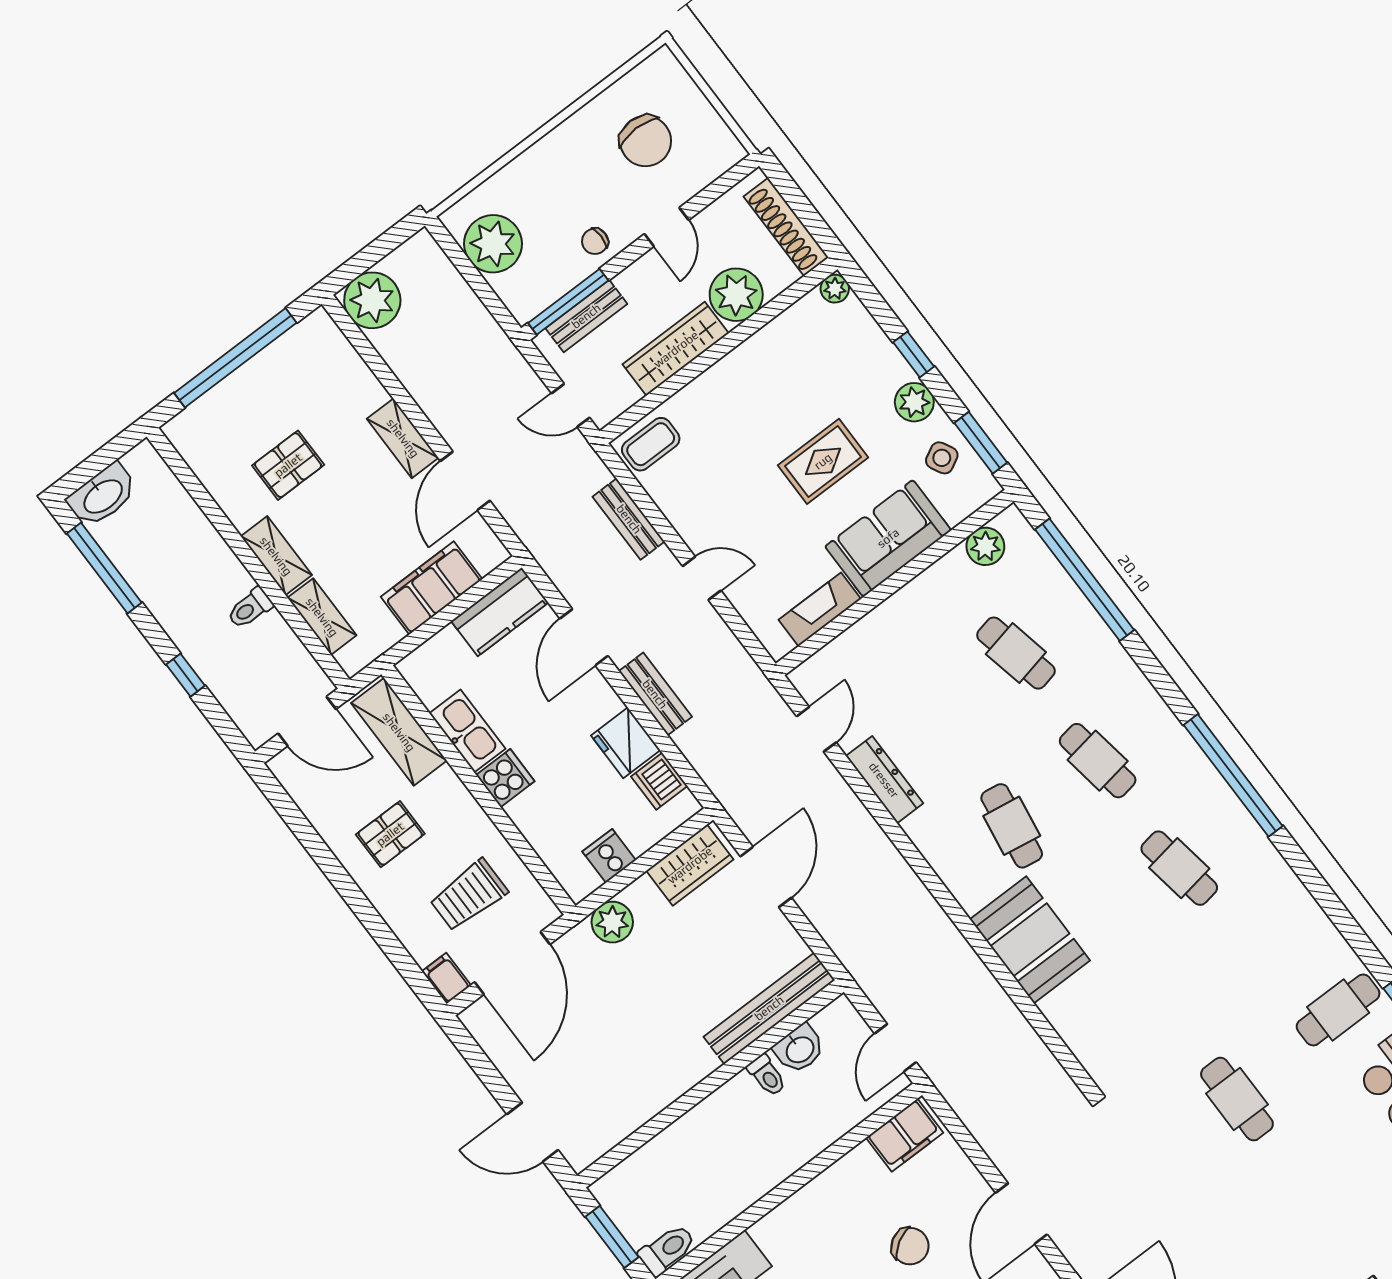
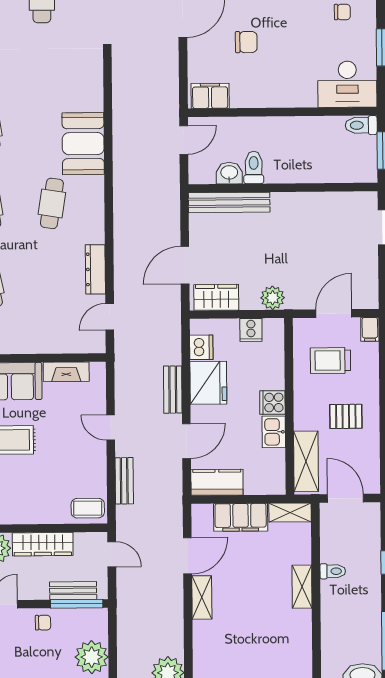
pallet: (288, 465) -> (265, 625), removed
shelving: (322, 617) -> (290, 512), moved, turned 90
kitchen sink: (467, 731) -> (274, 432), width x0.73
fridge: (626, 743) -> (208, 383), width x1.36, depth x1.34
trolley: (469, 895) -> (330, 360), turned 180
door: (512, 963) -> (334, 313), width x0.73
toilet: (767, 1075) -> (254, 167), width x1.37, depth x1.39
chair: (910, 1246) -> (246, 42), turned 121

